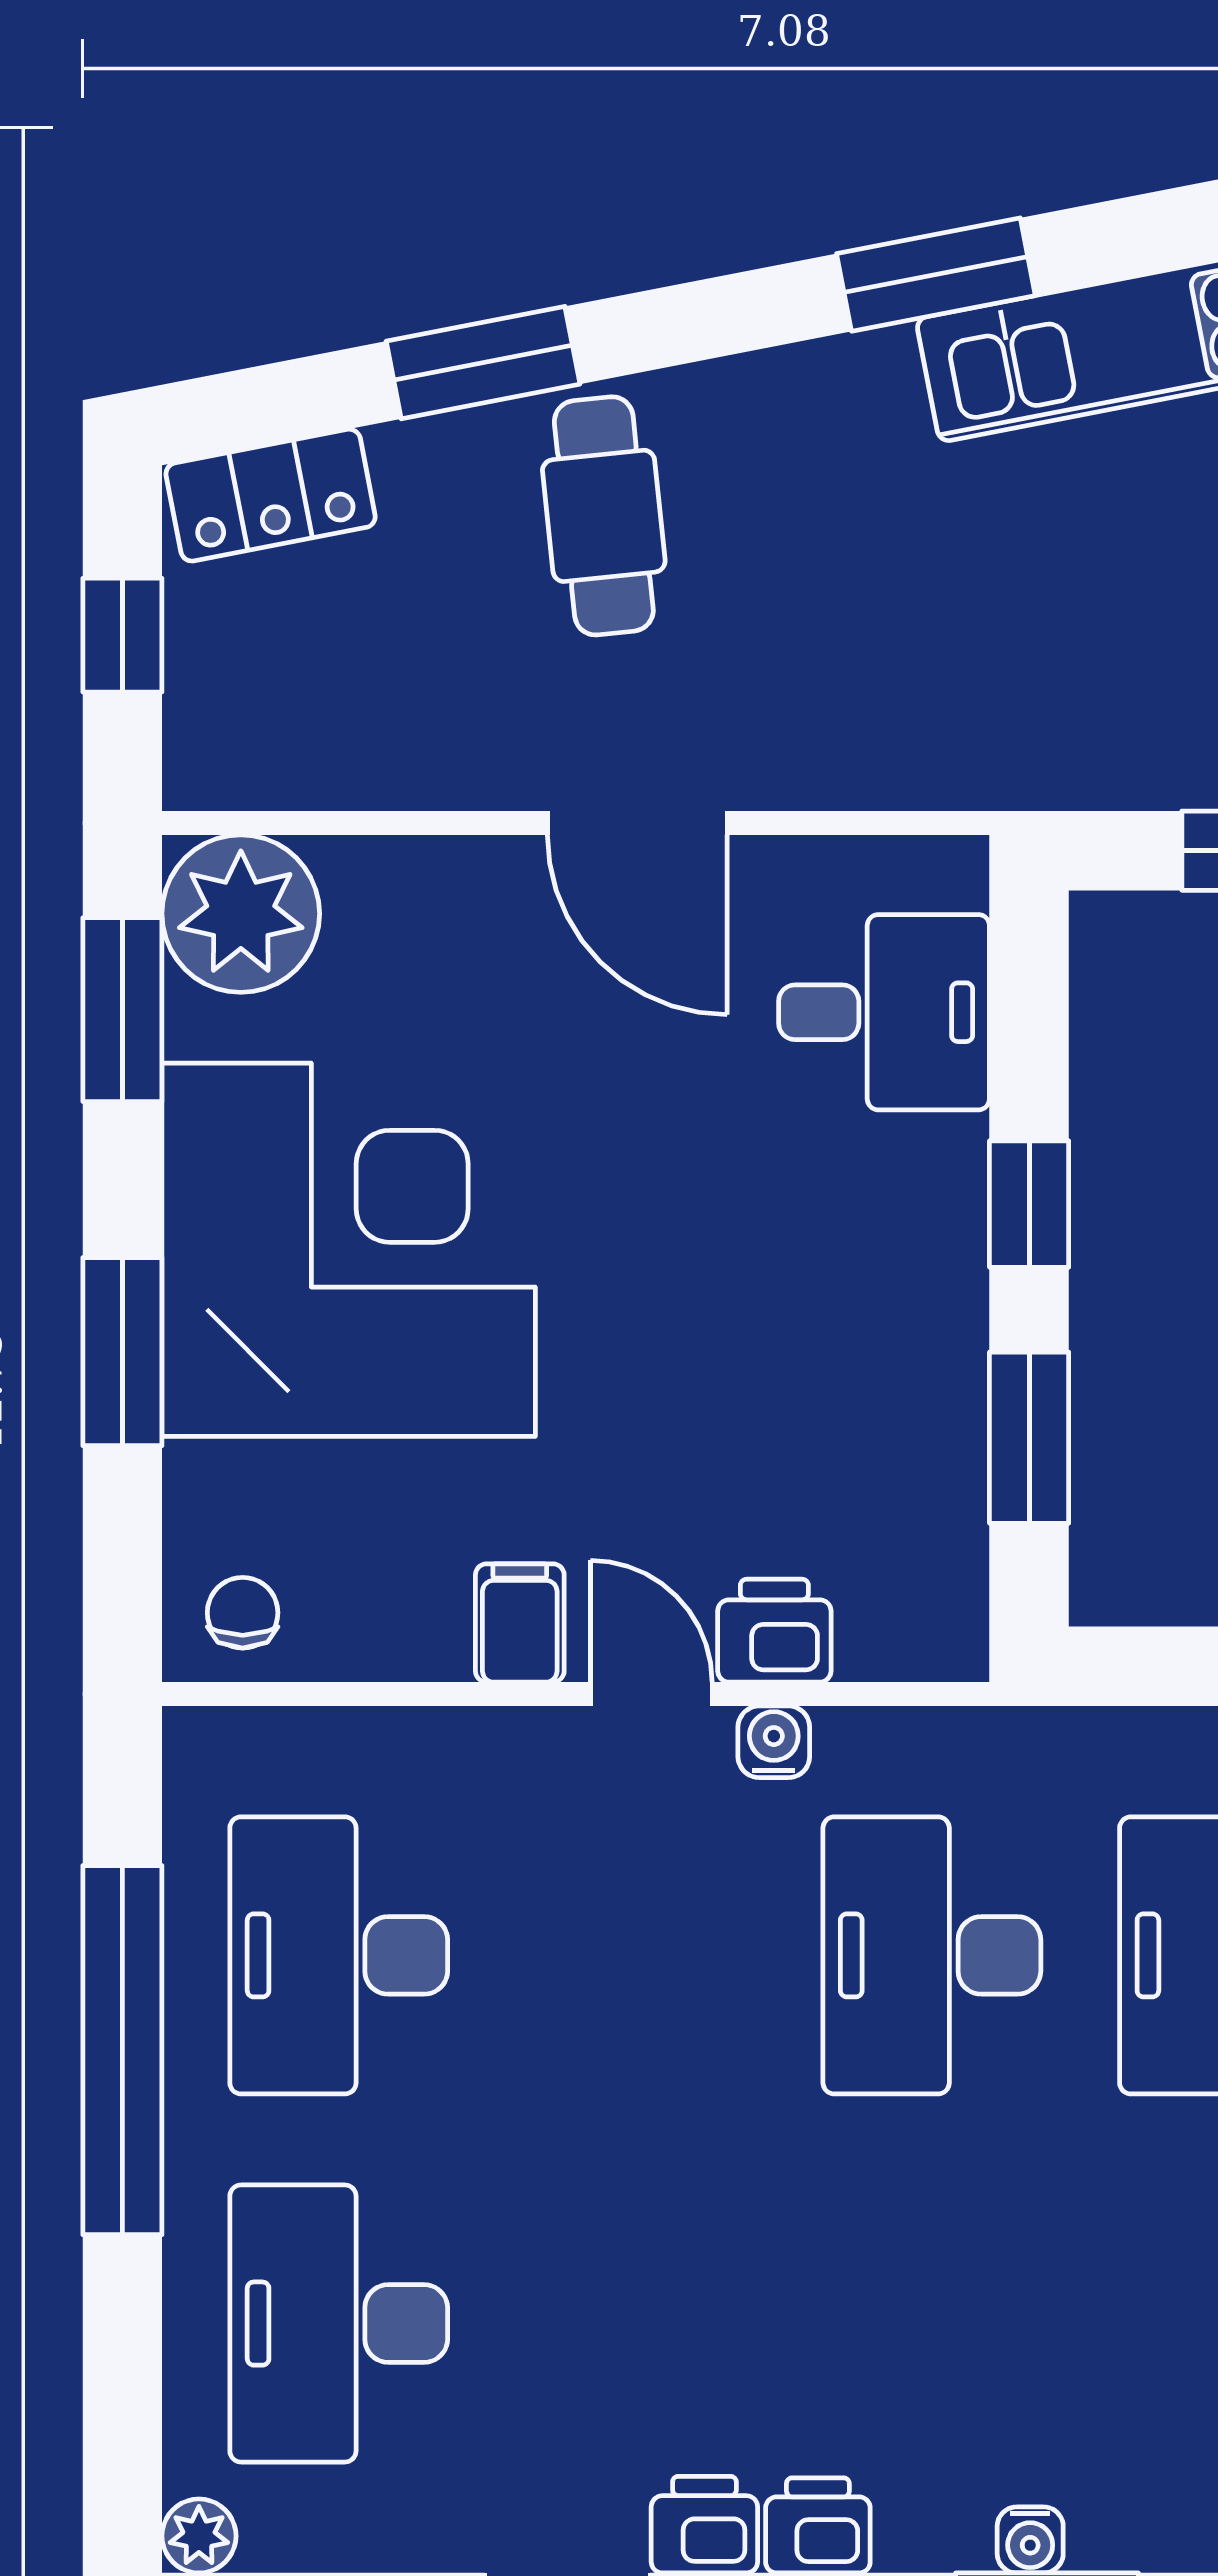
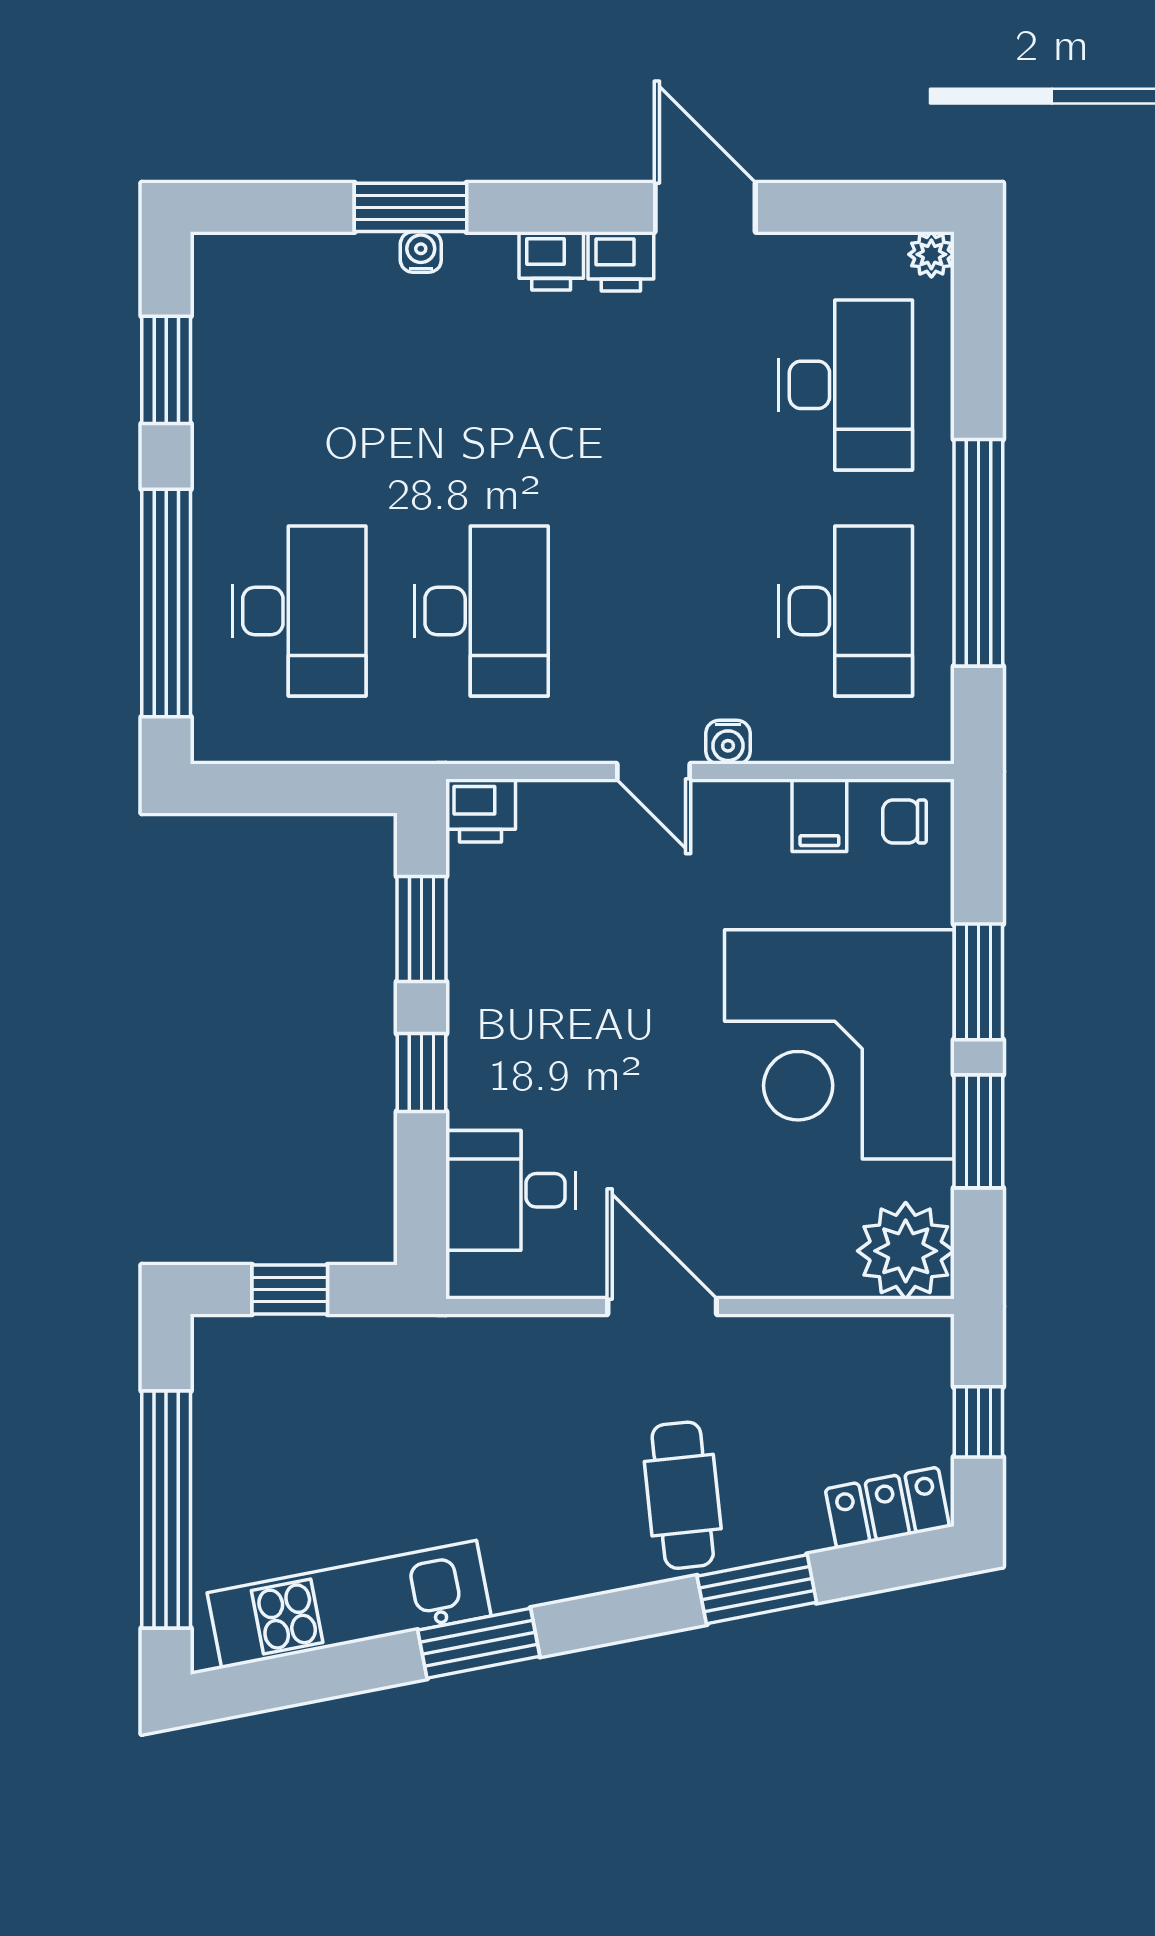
window: (122, 1010) -> (978, 1131), moved
chair: (243, 1613) -> (905, 821), turned 90
filing cabinet: (520, 1623) -> (819, 815), moved
printer: (774, 1631) -> (481, 810), moved
water cooler: (774, 1742) -> (728, 742), moved

